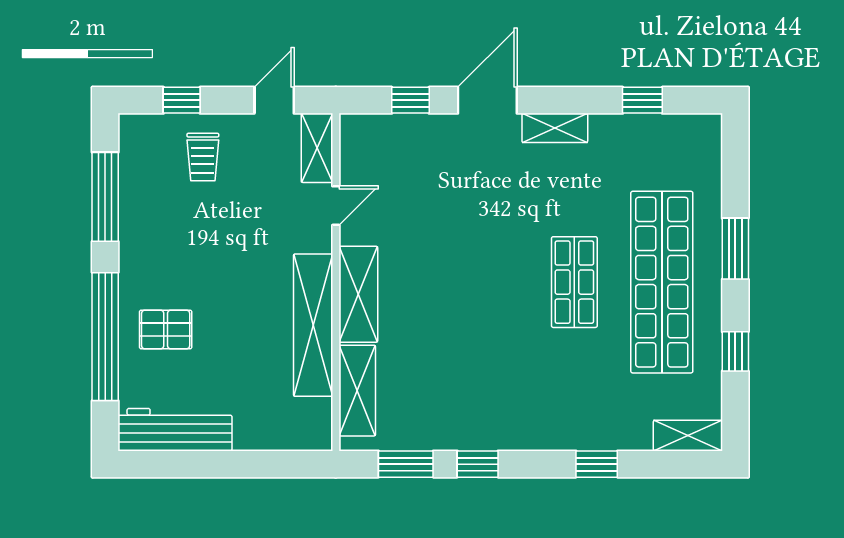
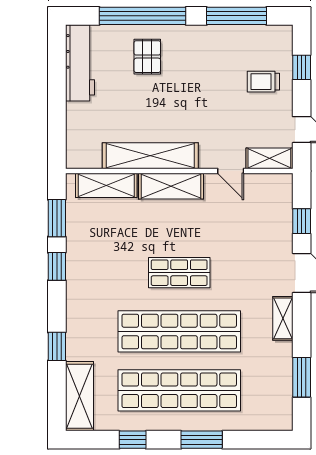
window: (642, 100) -> (302, 377), width x1.50
shop shelf: (487, 282) -> (179, 273), added
shop shelf: (574, 282) -> (179, 331), width x2.00, depth x1.36
shelving: (688, 436) -> (79, 396), width x1.50, depth x1.33

